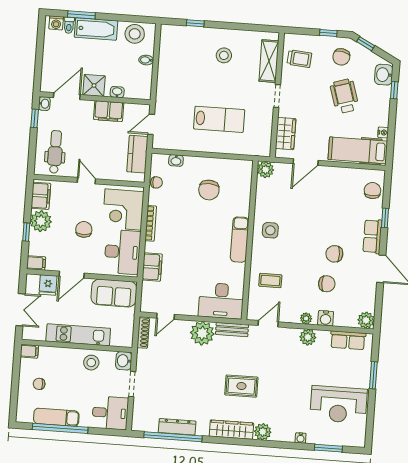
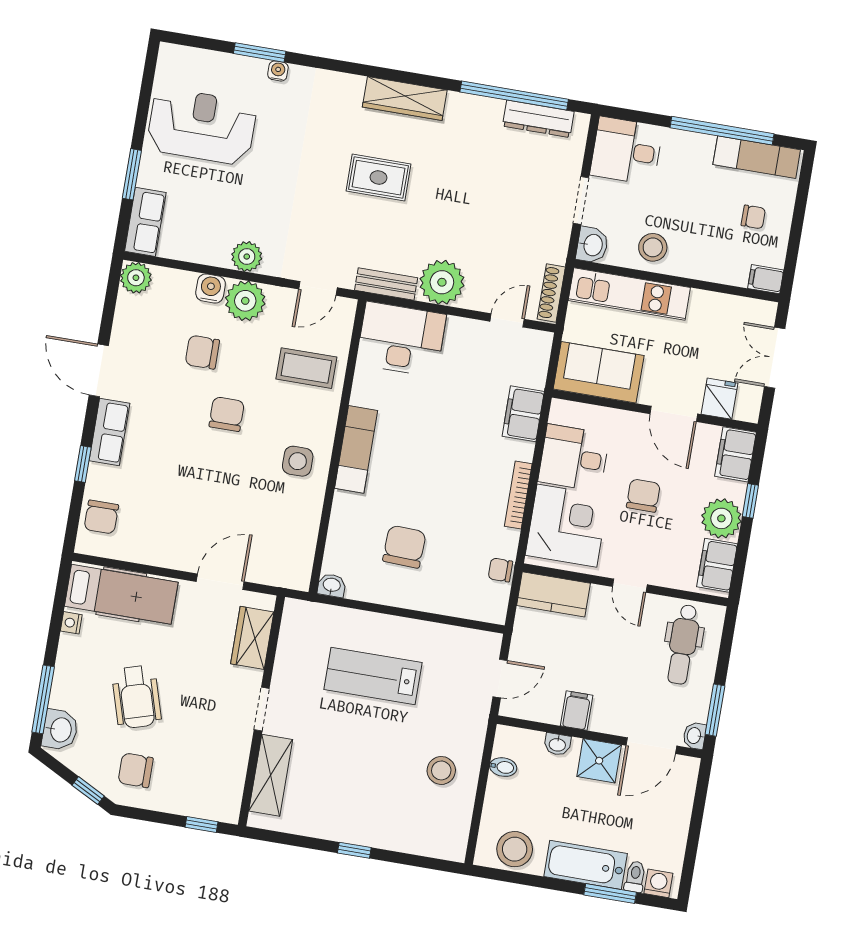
window: (195, 23) -> (354, 850), moved
window: (328, 33) -> (202, 824), moved
stool: (224, 55) -> (441, 770), moved
chair: (341, 57) -> (136, 770), turned -101
trolley: (299, 59) -> (214, 774), removed
bidet: (146, 60) -> (503, 767), moved
window: (394, 90) -> (43, 699), width x2.17
filing cabinet: (109, 111) -> (577, 711), width x0.50
window: (35, 118) -> (715, 710), width x1.50
kitchen counter: (137, 154) -> (553, 594), moved, turned 90
washbasin: (176, 160) -> (332, 585), moved
plant: (266, 170) -> (296, 575), removed
chair: (84, 229) -> (643, 495), turned 180
desk: (122, 252) -> (574, 458), width x0.73
chair: (334, 254) -> (227, 414), moved, turned -90
filing cabinet: (36, 263) -> (735, 454), width x2.00
door: (72, 275) -> (674, 414), swing flipped
coffee table: (270, 281) -> (306, 368), width x1.36, depth x1.30
plant: (306, 318) -> (245, 301), width x1.88, depth x1.88
kitchen unit: (78, 335) -> (629, 294), moved
row of seats: (348, 340) -> (145, 222), moved, turned 90
exam couch: (56, 417) -> (757, 157), moved
dresser: (177, 427) -> (538, 119), moved
plant: (263, 432) -> (347, 89), removed
window: (328, 448) -> (260, 52), moved

